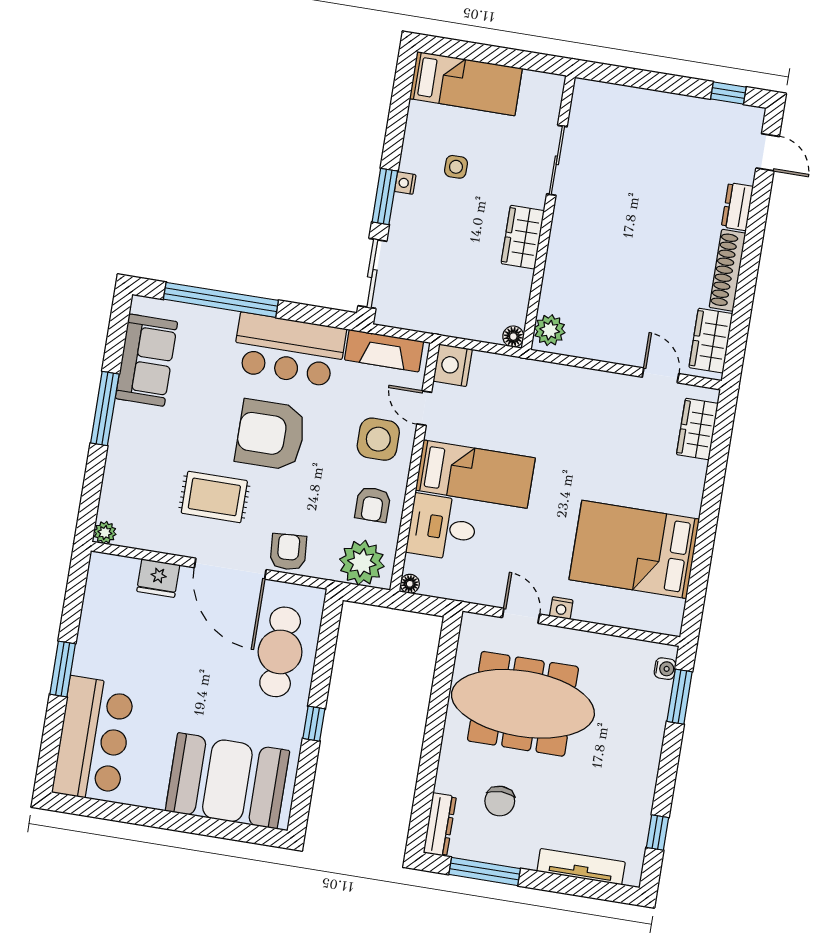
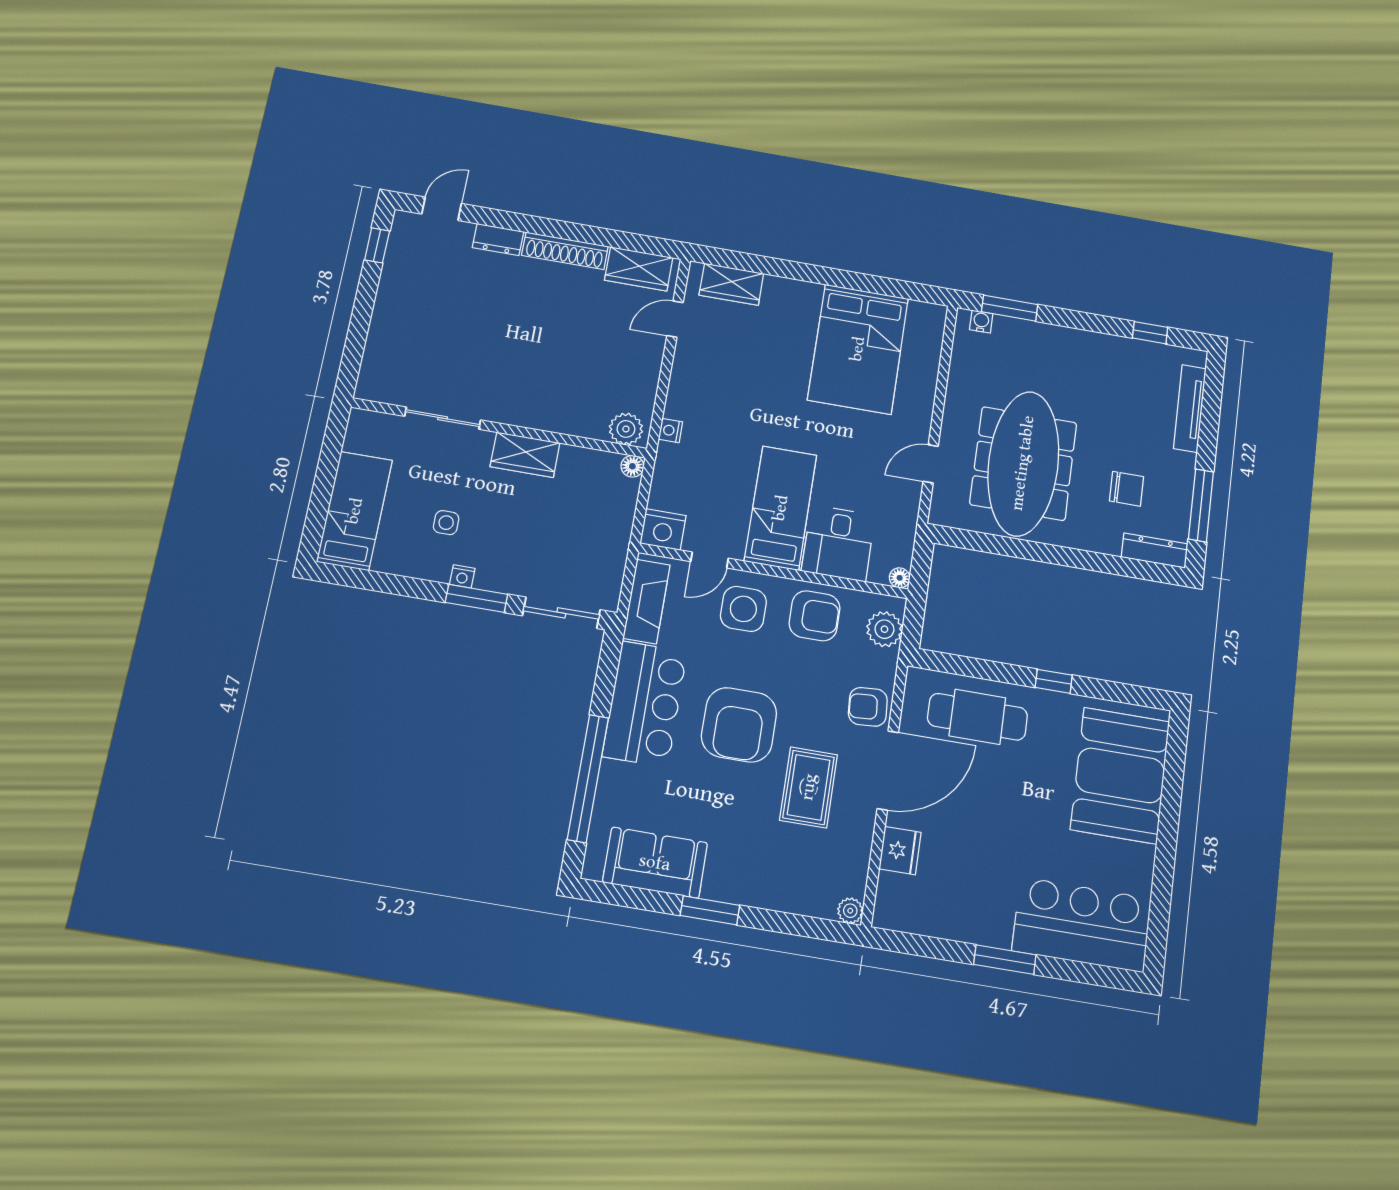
window: (105, 409) -> (710, 910), width x0.69
armchair: (373, 504) -> (815, 616), width x1.38, depth x1.38
plant: (362, 563) -> (884, 629), width x0.73, depth x0.73
nightstand: (561, 608) -> (670, 431), moved, turned 180

